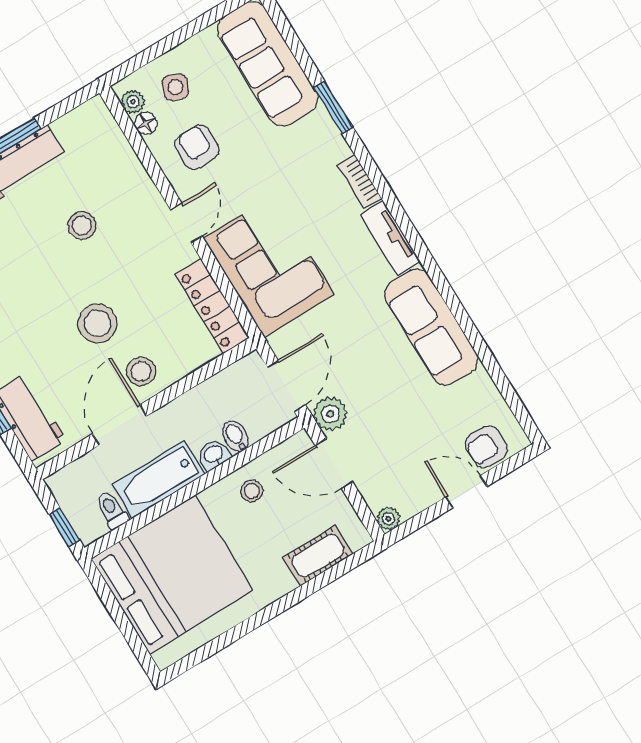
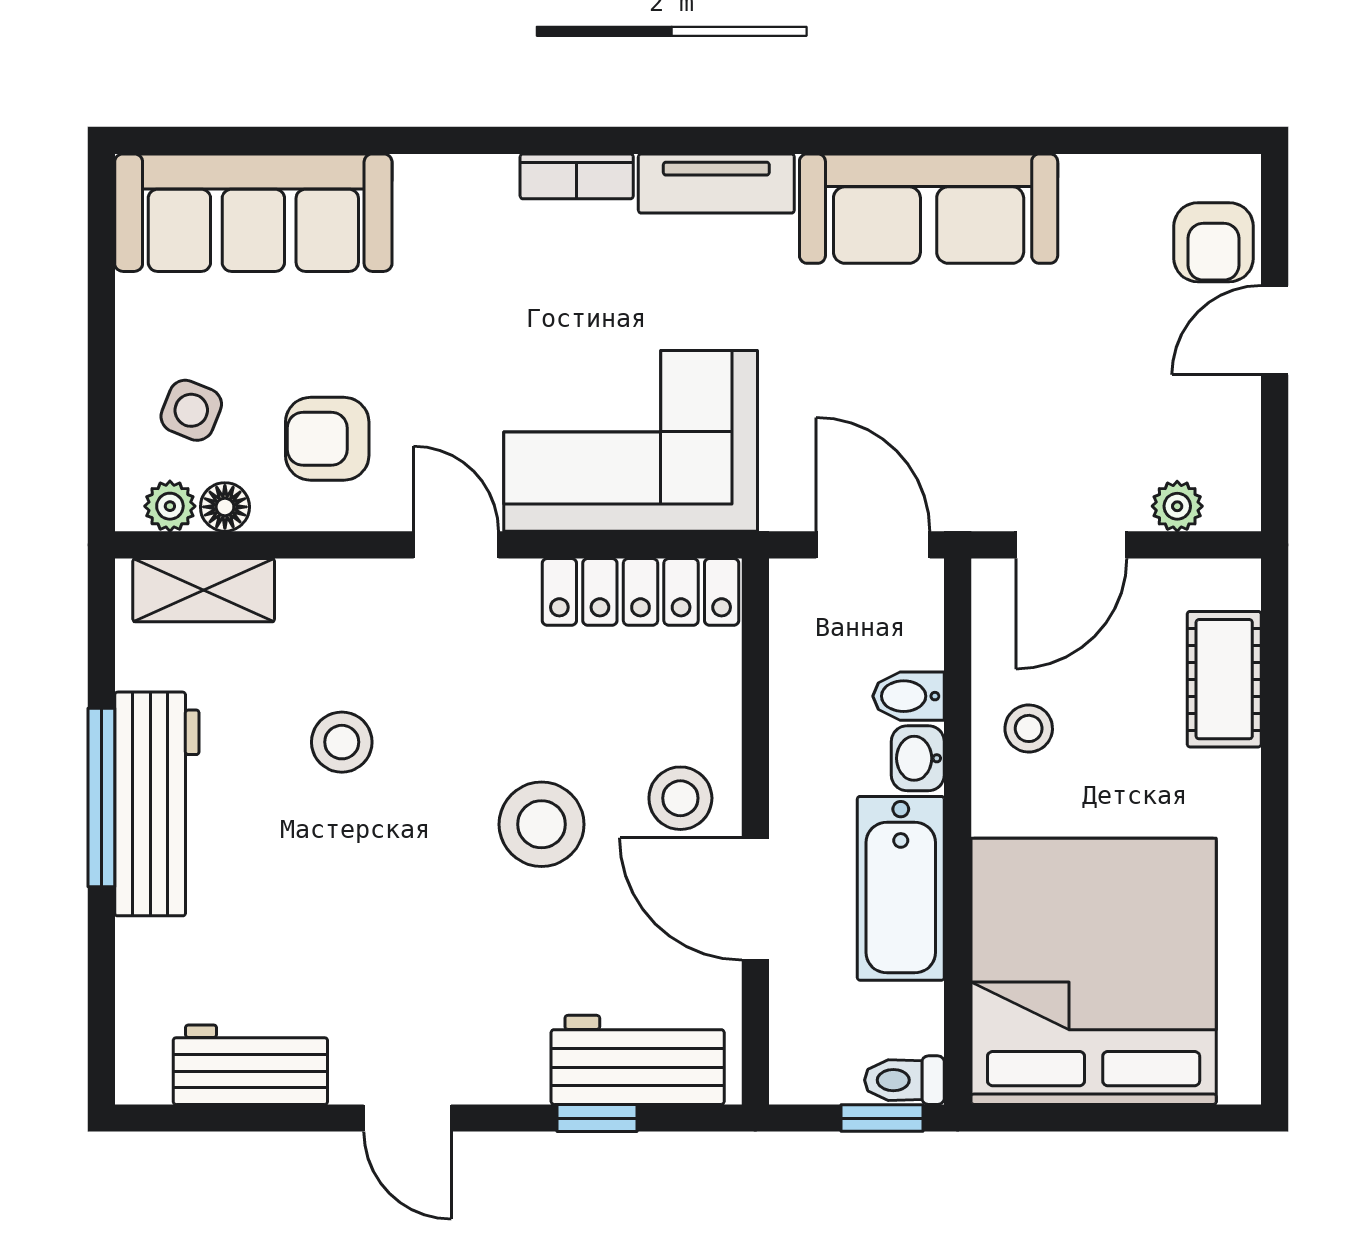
window: (333, 108) -> (409, 140), removed
shelving: (108, 135) -> (204, 590), added
plant: (330, 414) -> (975, 495), removed
toilet: (112, 510) -> (904, 1080), moved
plant: (388, 519) -> (1177, 506), moved

